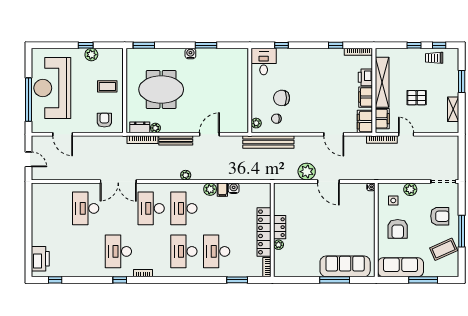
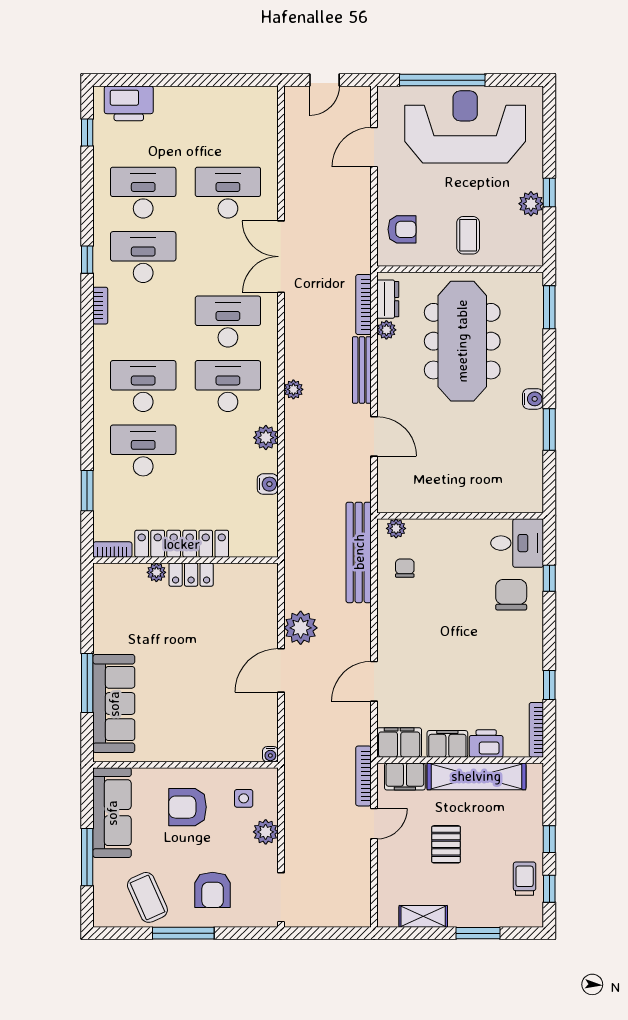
meeting table: (161, 89) -> (462, 341), width x1.36
chair: (282, 98) -> (511, 595), moved
filing cabinet: (222, 190) -> (265, 462), removed
desk: (86, 251) -> (143, 193), added

